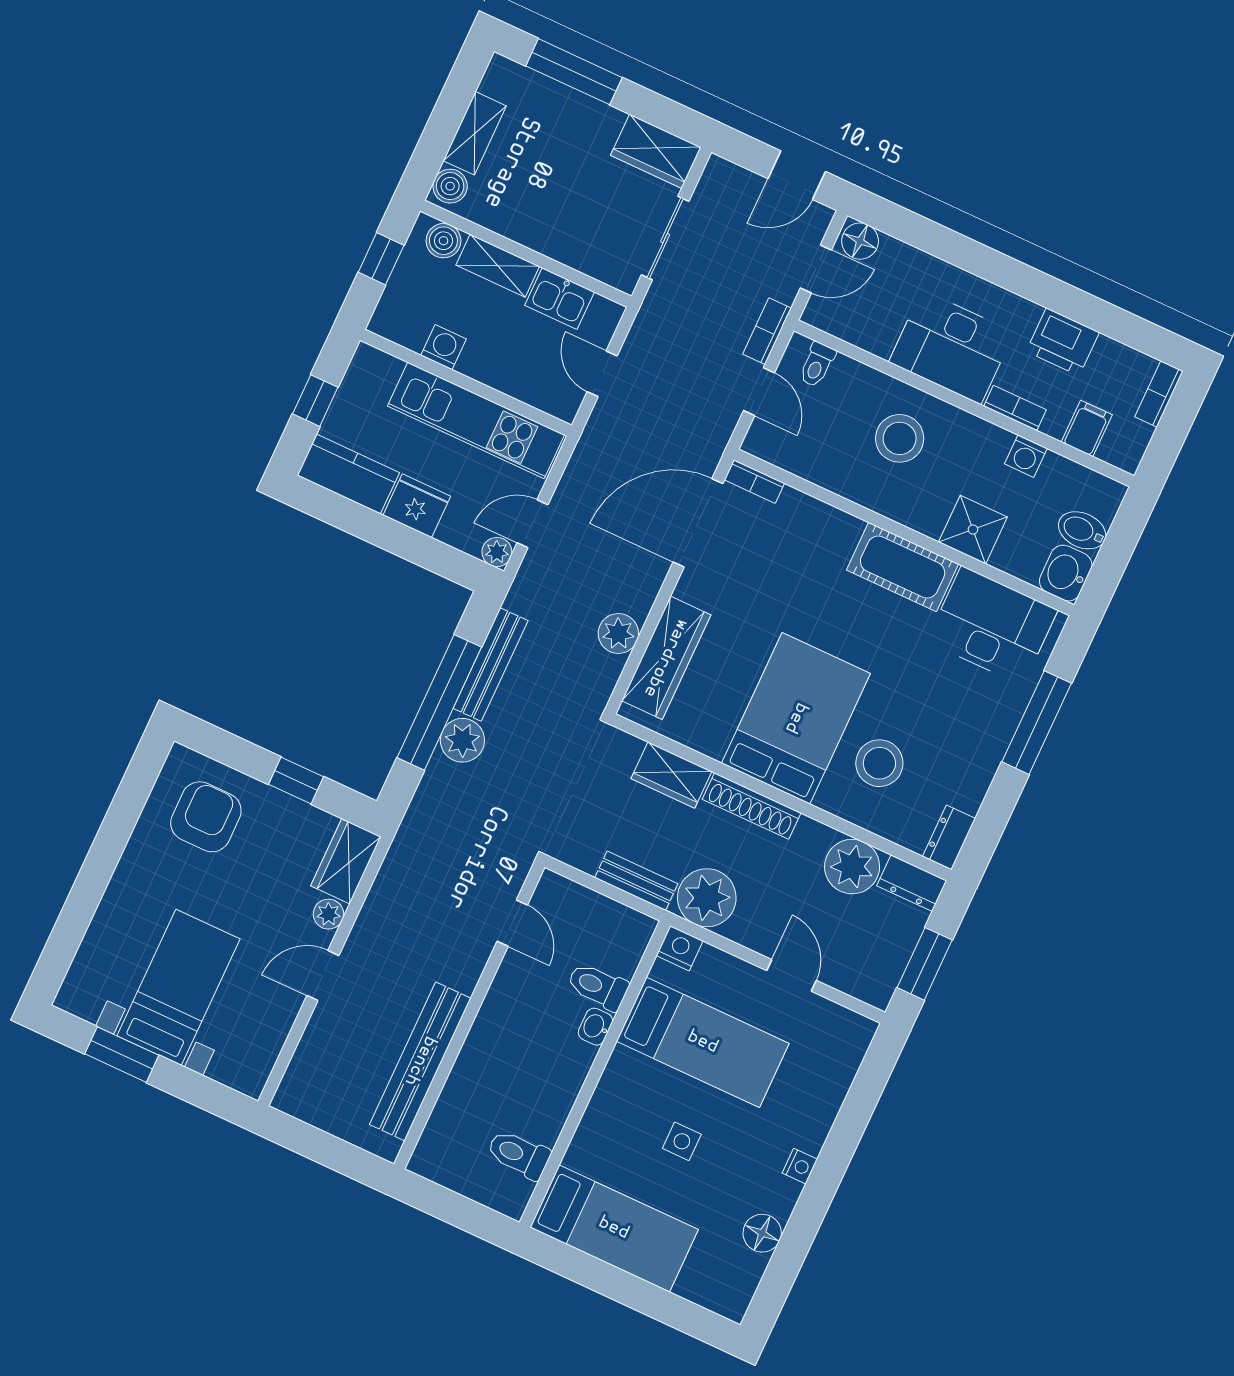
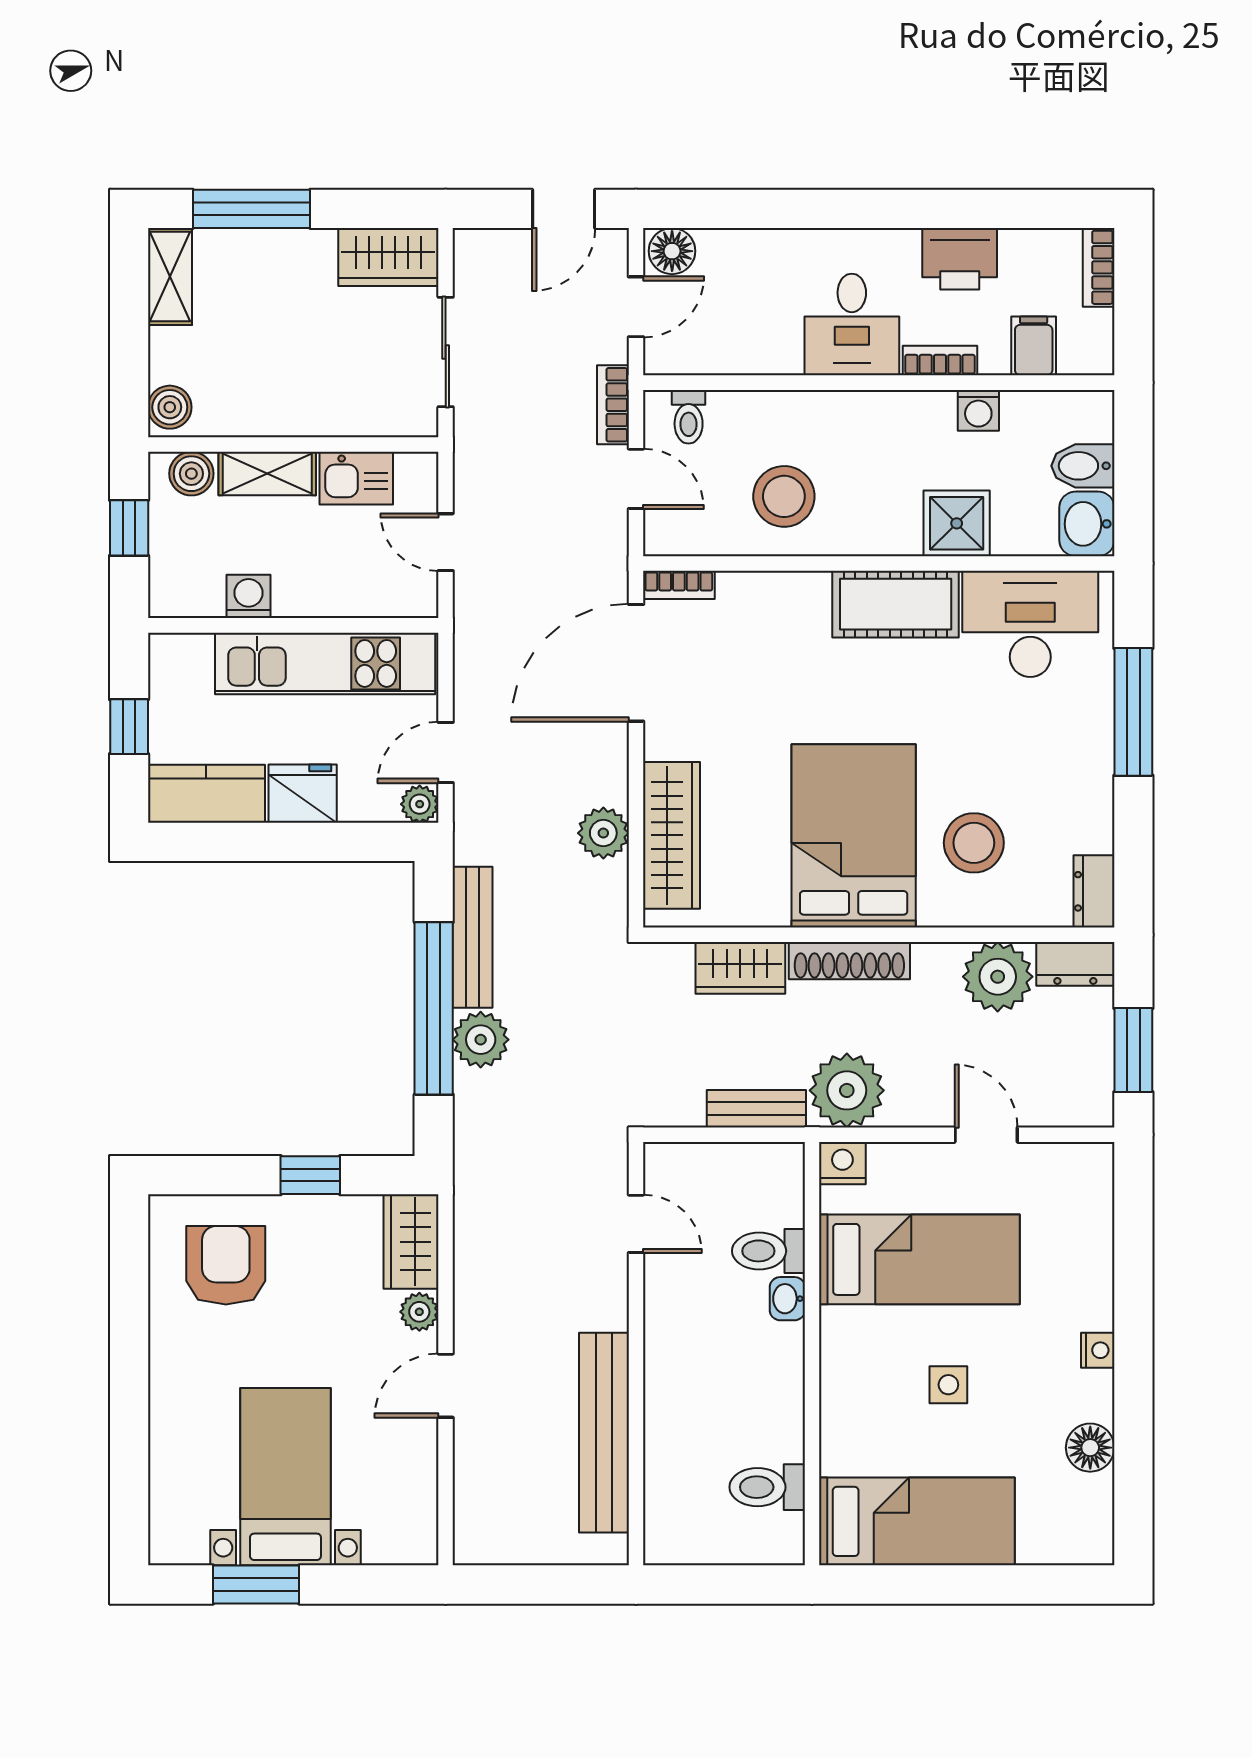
shelving: (475, 133) -> (170, 277), moved
desk: (951, 347) -> (852, 325), width x0.73
stool: (900, 438) -> (784, 496), moved

